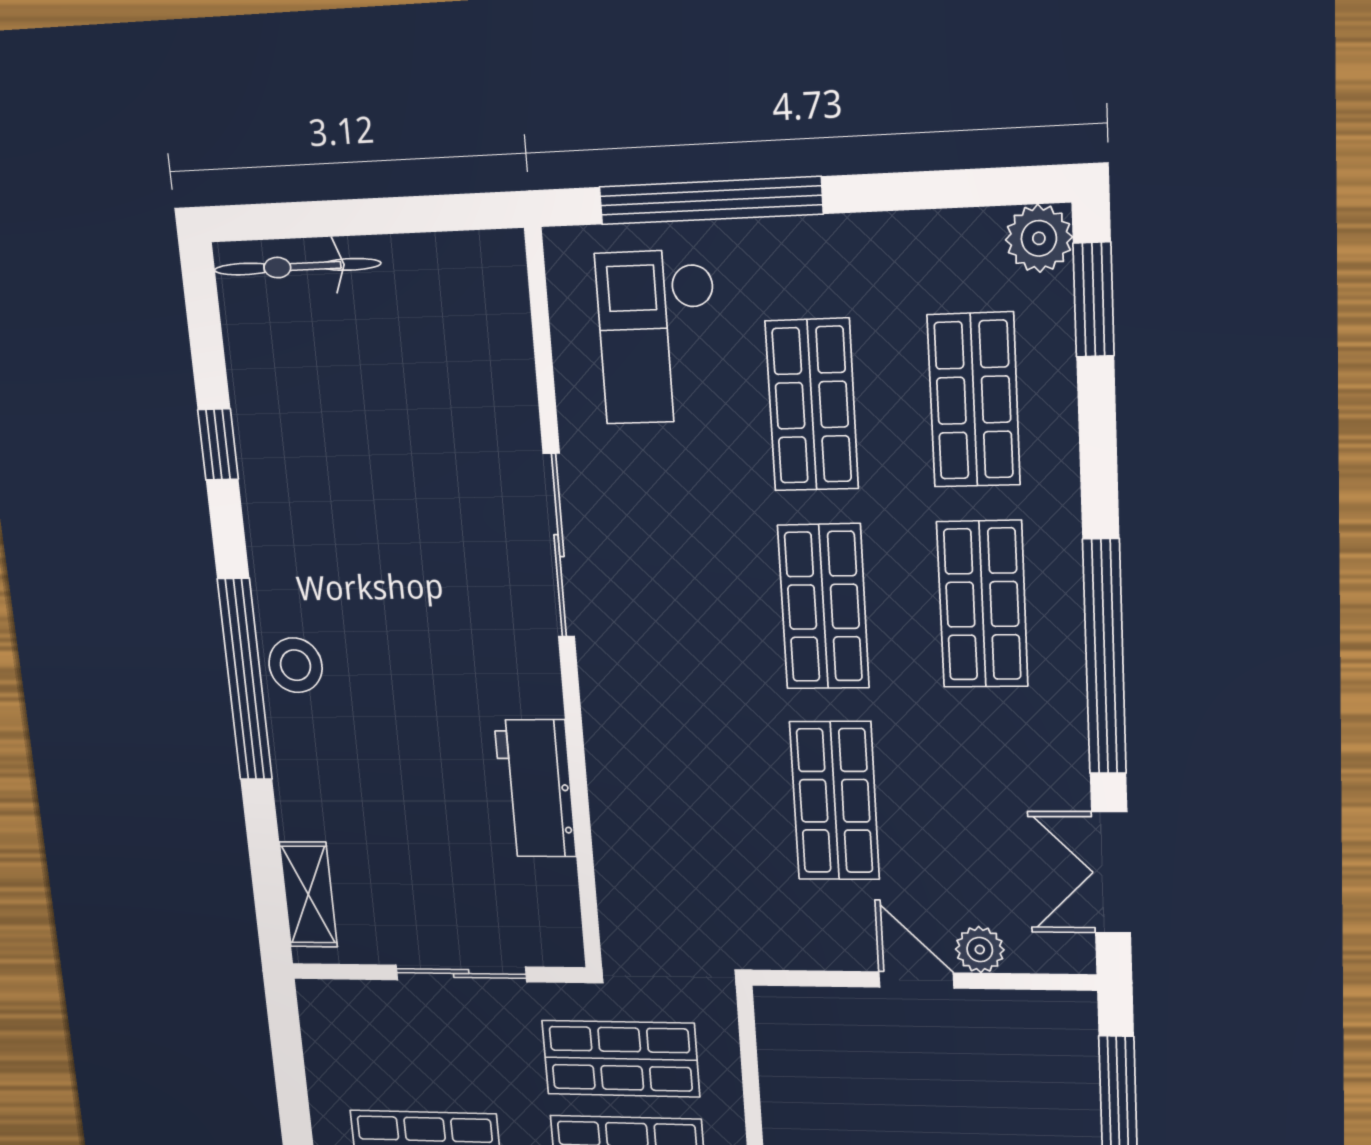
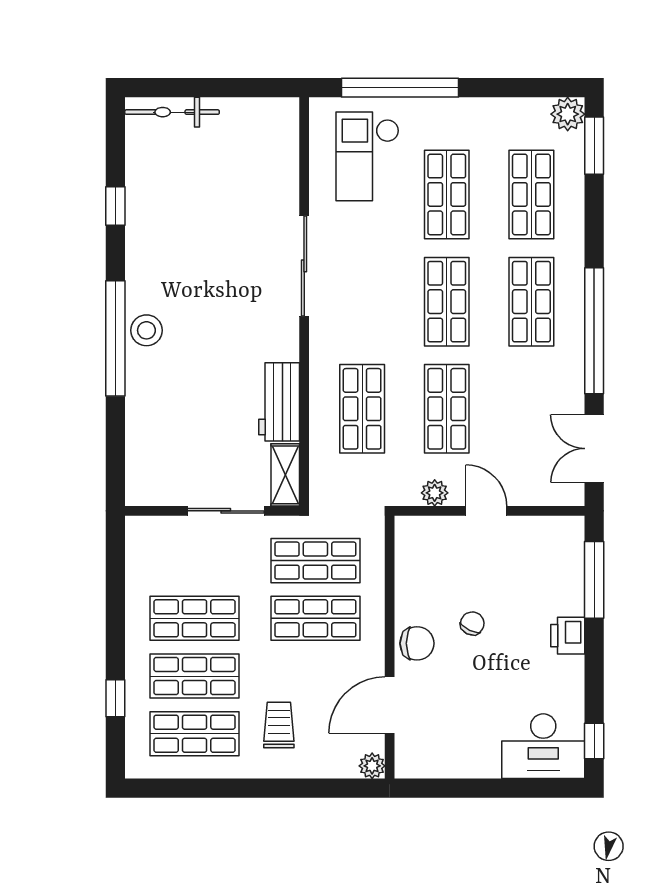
shop shelf: (682, 801) -> (362, 409), added
shelving: (308, 895) -> (285, 475), moved
plant: (980, 950) -> (435, 493), moved

